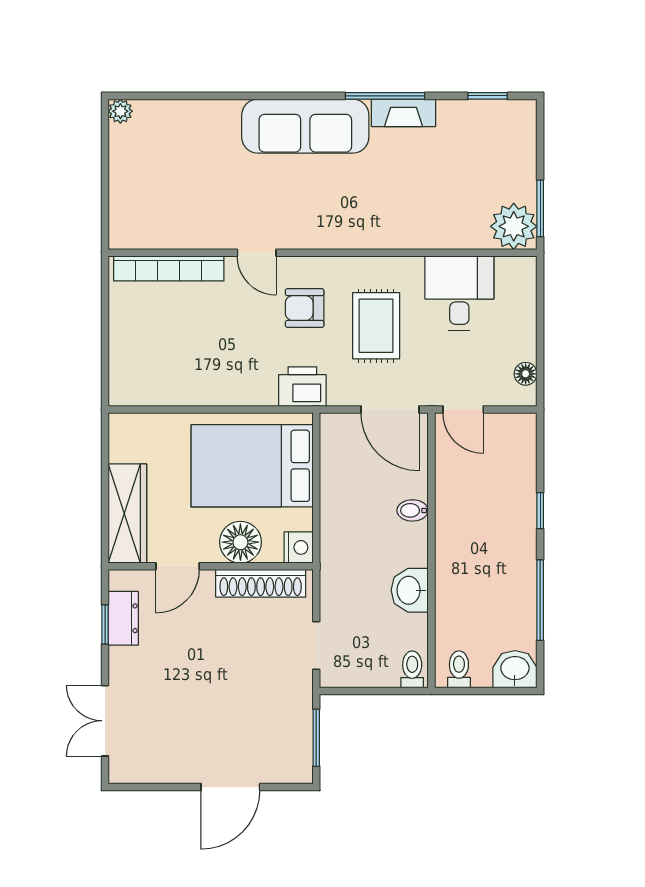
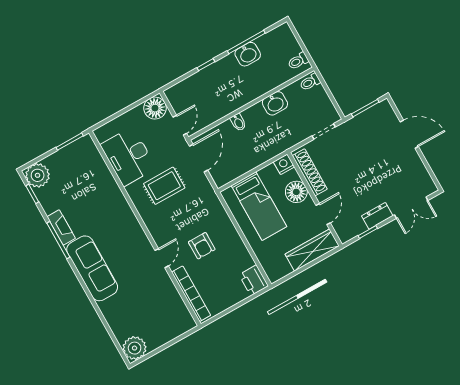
plant: (120, 111) -> (135, 348), width x1.87, depth x1.87
plant: (514, 226) -> (38, 175), moved
desk: (459, 293) -> (128, 156), width x1.37
armchair: (305, 308) -> (202, 246), moved
floor lamp: (526, 374) -> (155, 108), width x1.89, depth x1.89
printer: (302, 387) -> (254, 280), moved
bed: (252, 466) -> (259, 206), width x0.67
door: (178, 566) -> (323, 214), hinge flipped
dresser: (123, 618) -> (377, 216), moved
washbasin: (515, 669) -> (248, 54), moved, turned -90

